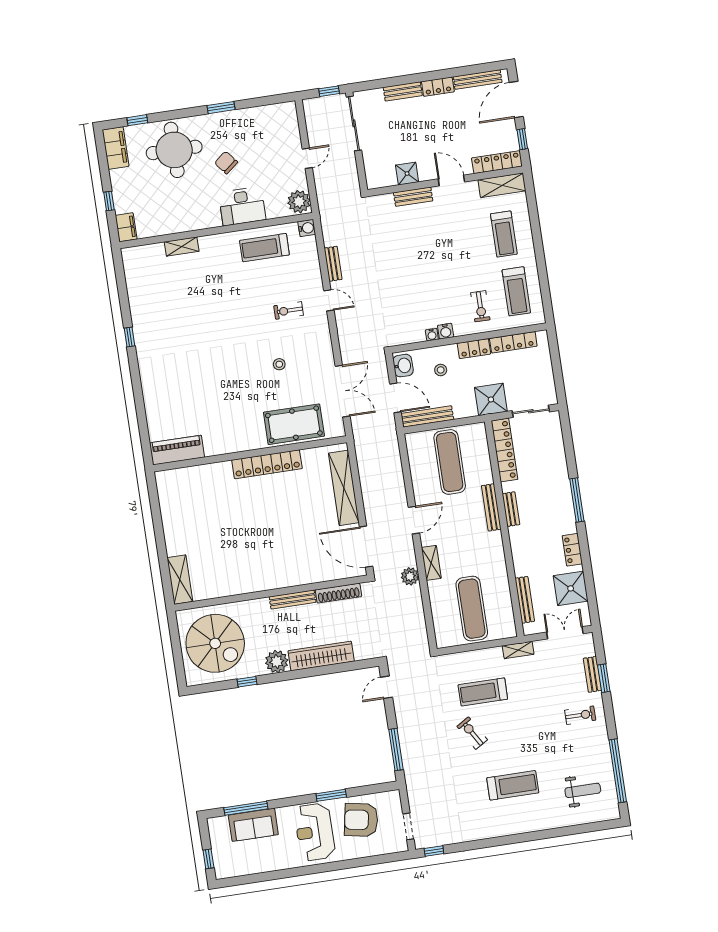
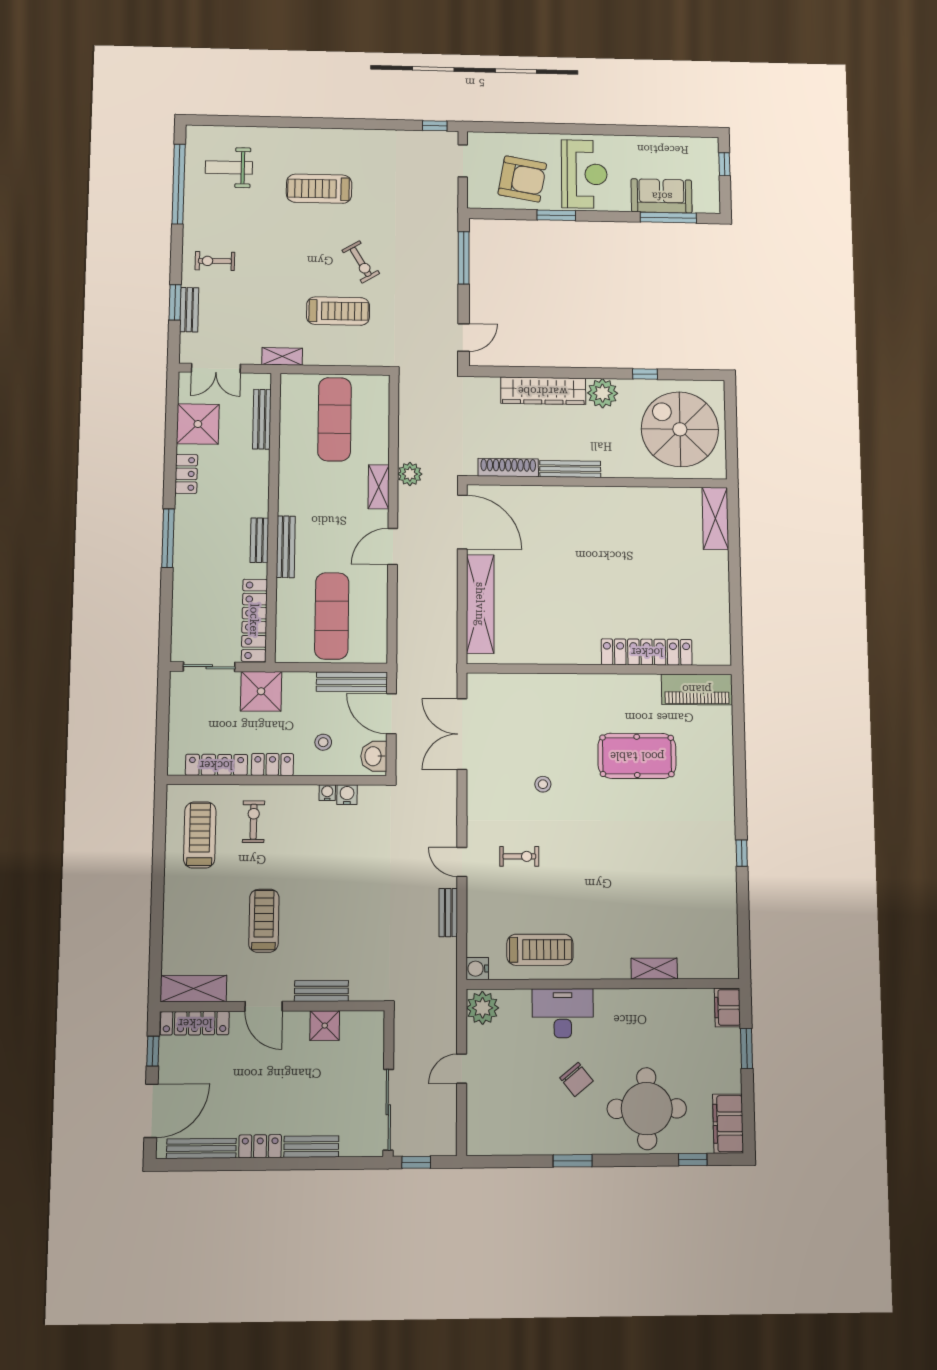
window: (109, 201) -> (747, 1048), width x1.50
treadmill: (504, 234) -> (264, 921), moved
water cooler: (446, 331) -> (347, 795), moved
pool table: (294, 424) -> (637, 756), moved
locker: (267, 464) -> (647, 652), moved

